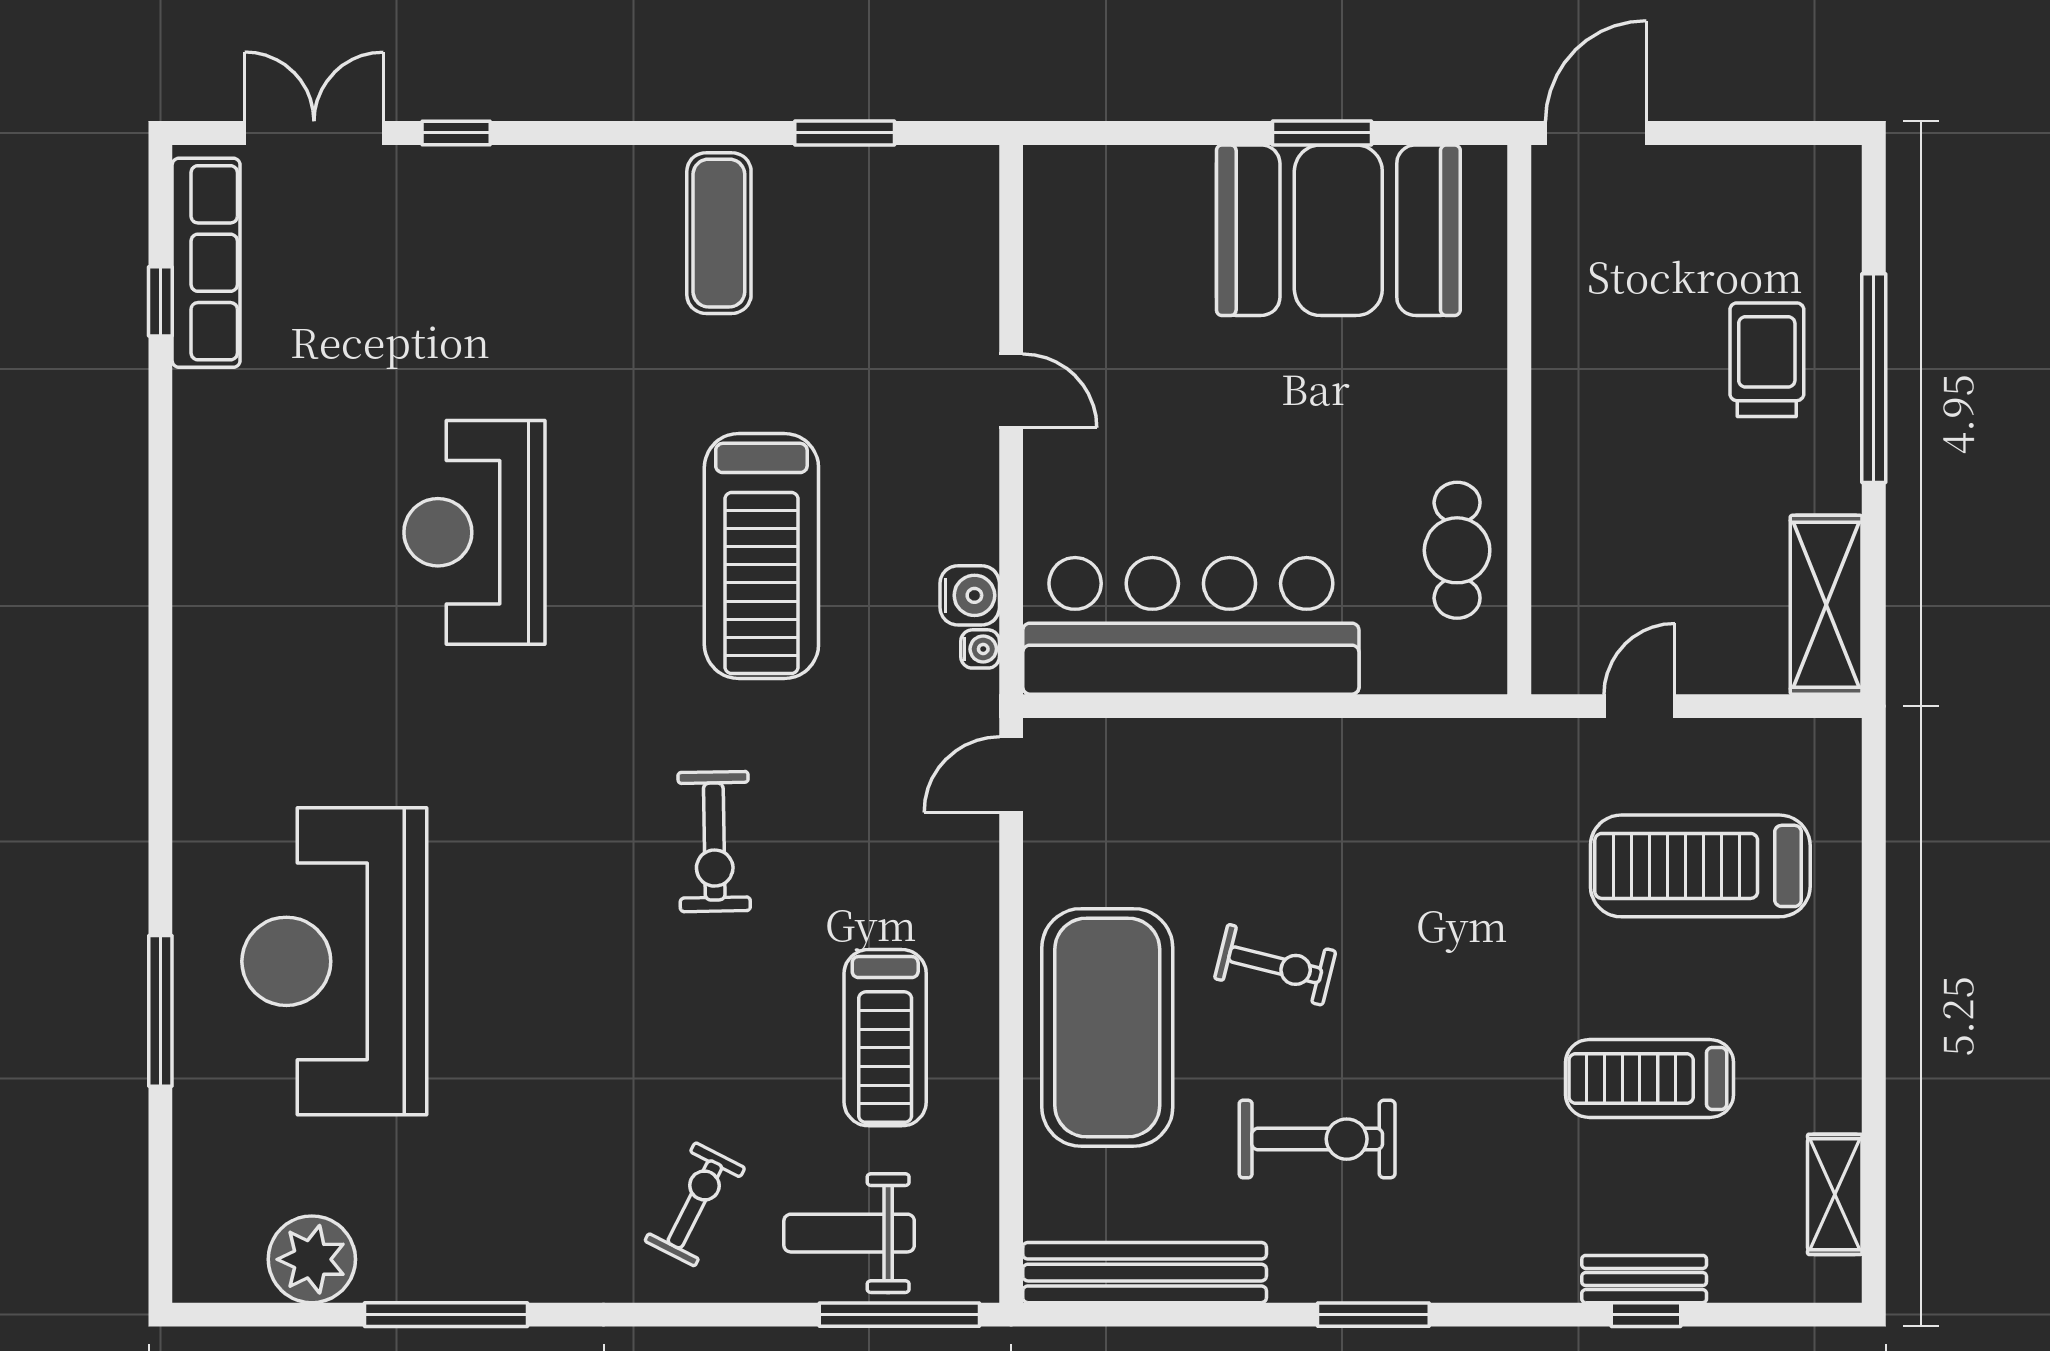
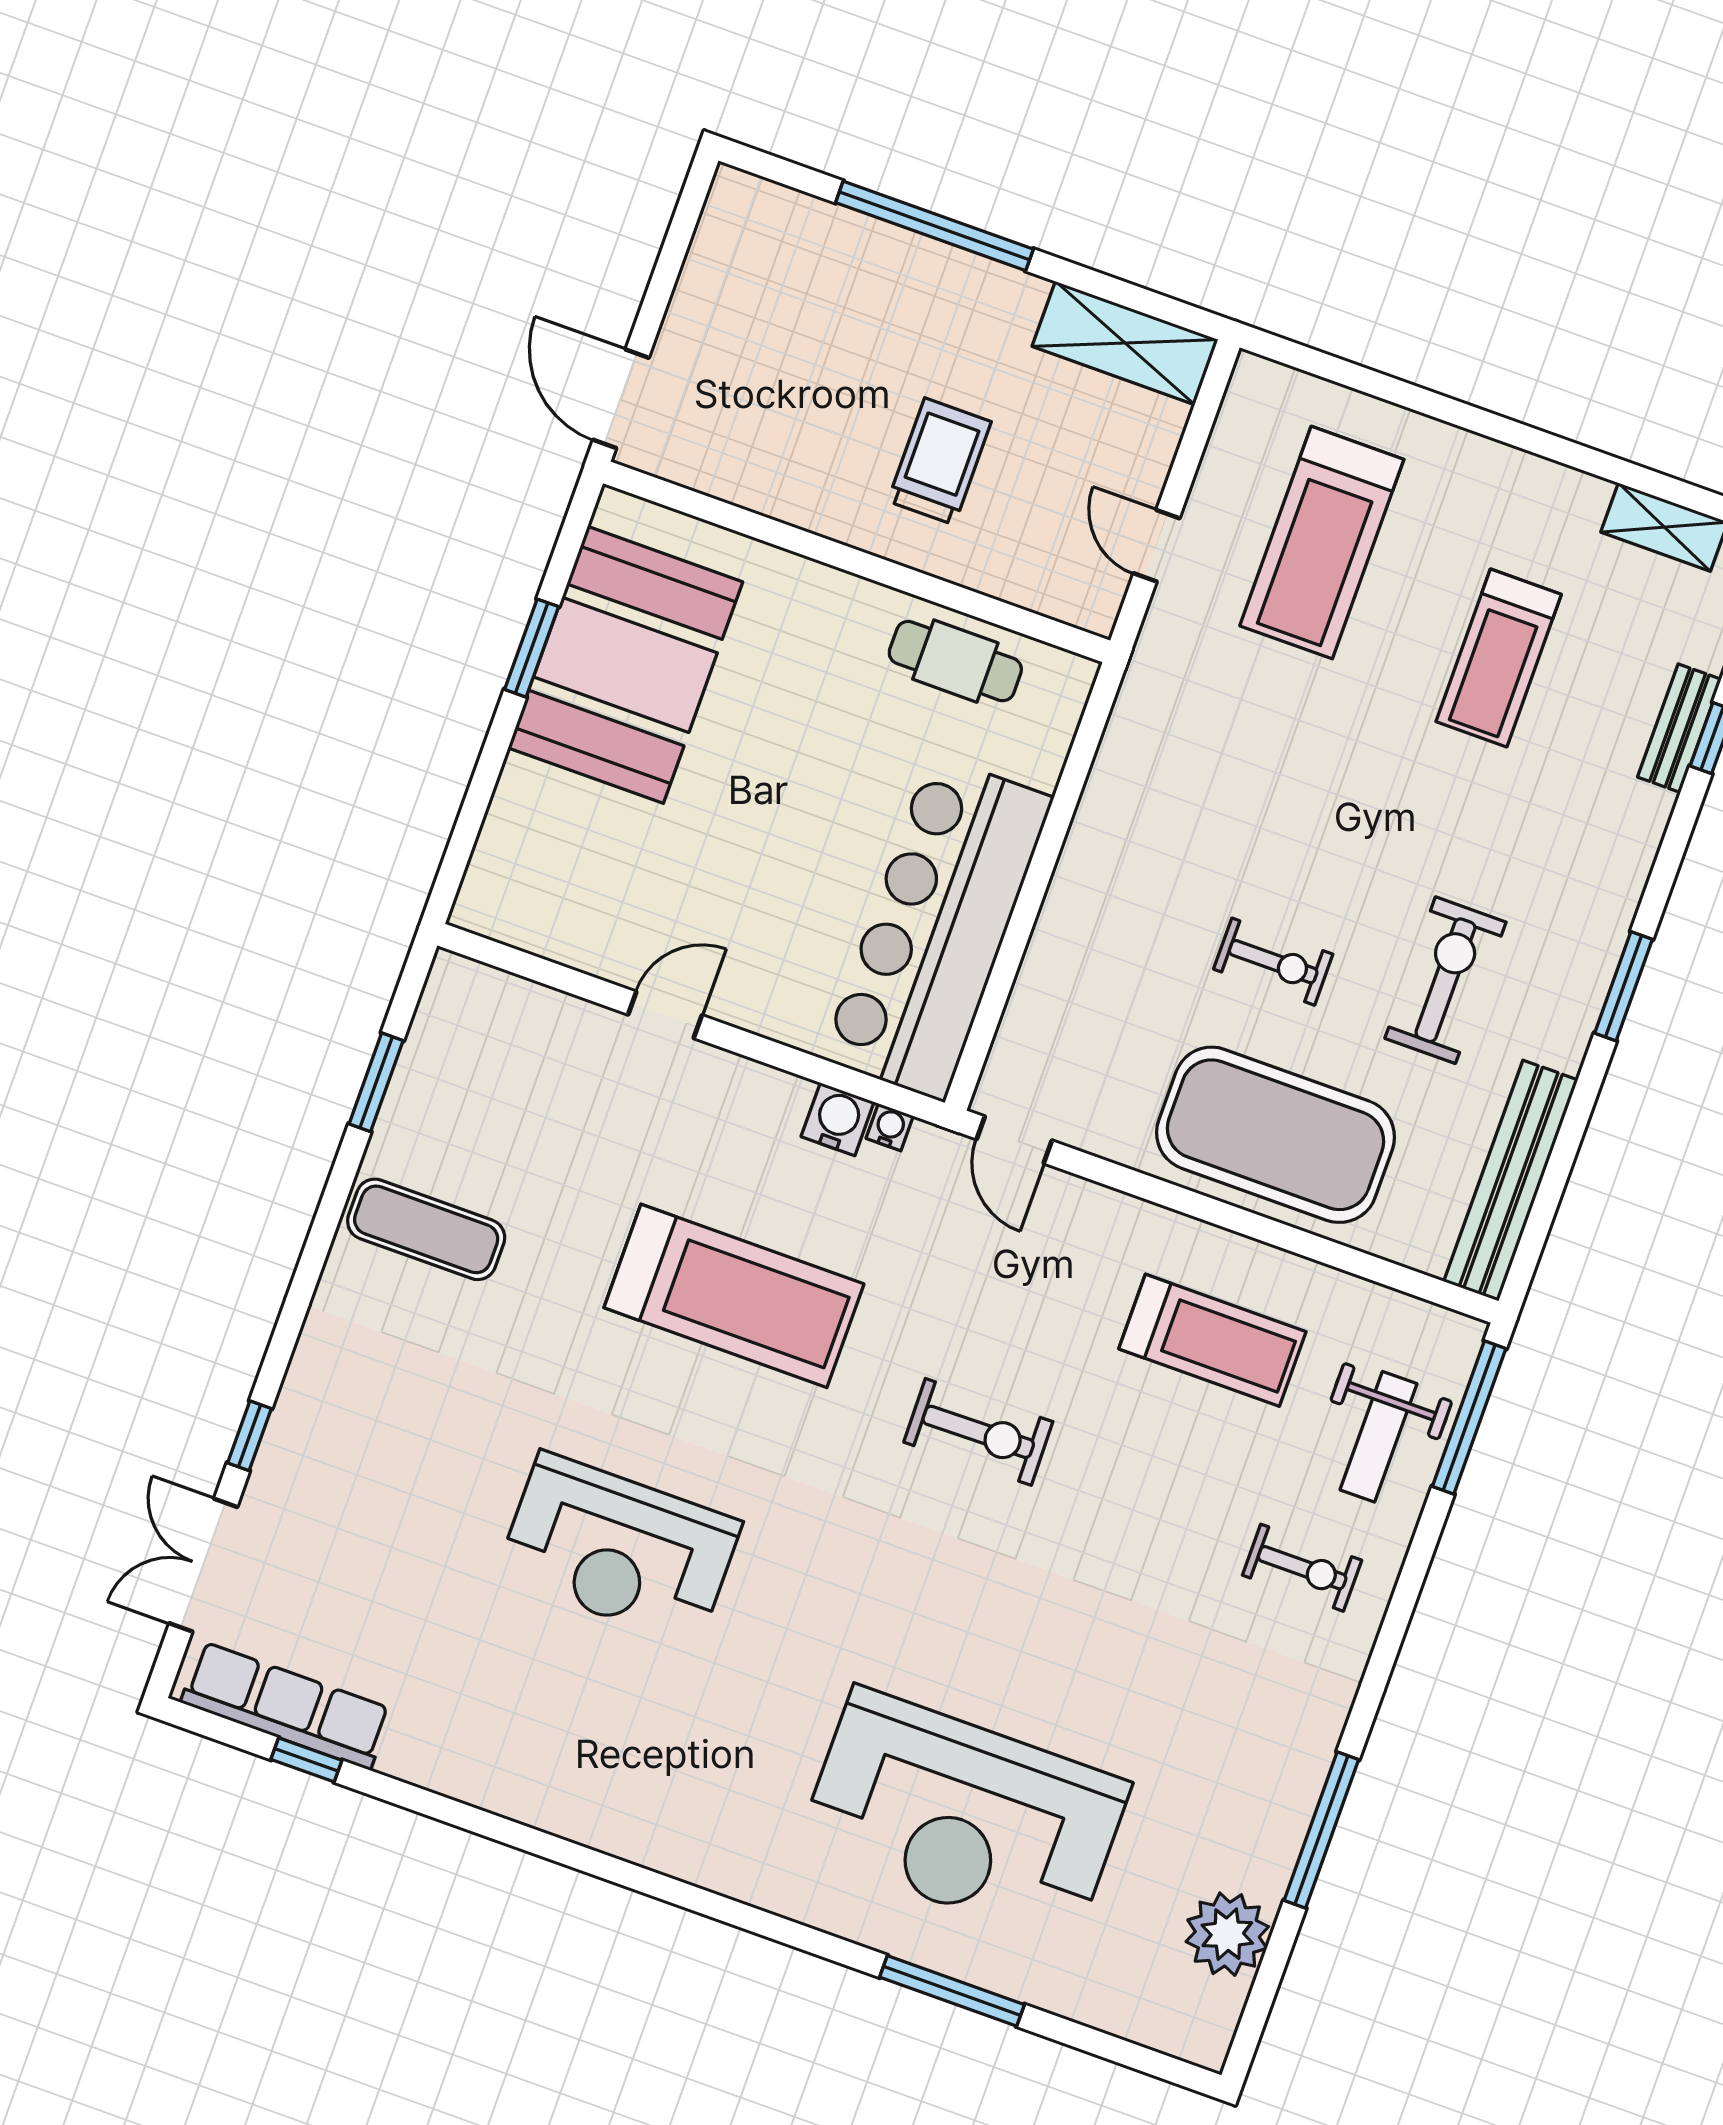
trolley: (1767, 360) -> (939, 461), moved, turned 90
exercise bike: (1275, 965) -> (1273, 962), turned 76
exercise bike: (695, 1204) -> (1302, 1568), turned 153

